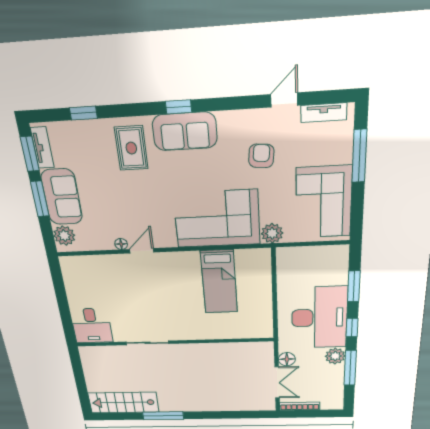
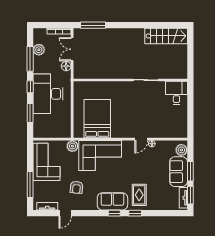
window: (83, 113) -> (135, 213), moved
bed: (219, 282) -> (97, 119), width x1.50
plant: (335, 356) -> (39, 50), moved
window: (163, 416) -> (93, 25), moved

